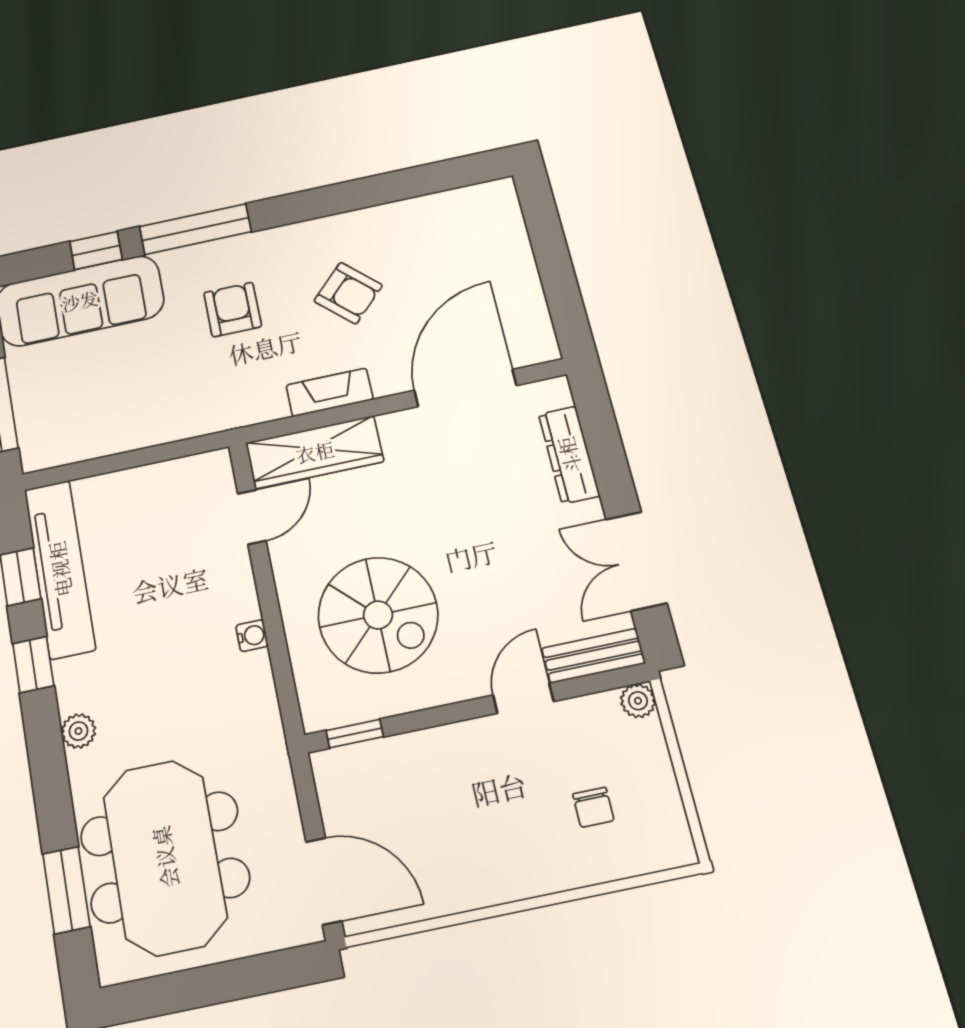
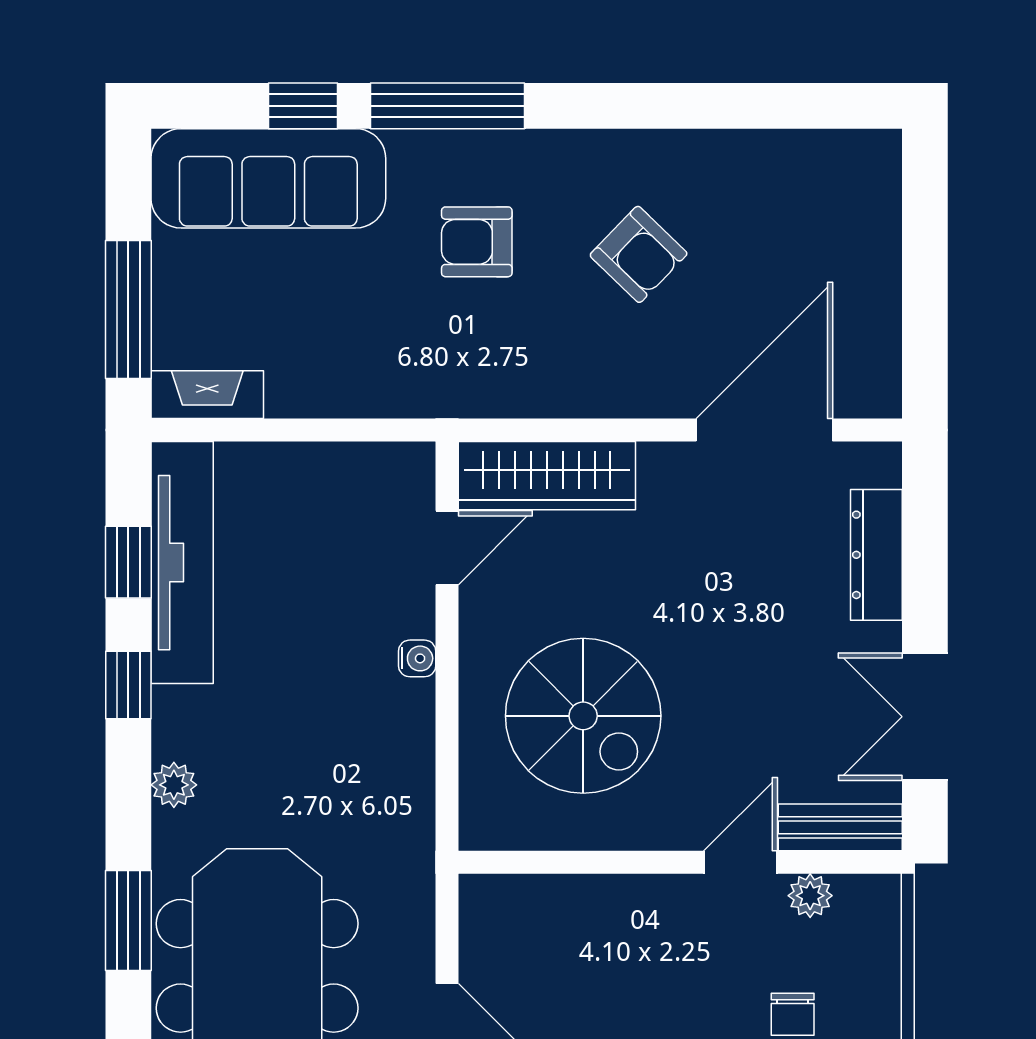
armchair: (233, 310) -> (477, 242), turned -90
fireplace: (330, 392) -> (207, 395), moved
water cooler: (252, 636) -> (417, 658), moved
plant: (638, 701) -> (810, 896), moved
window: (355, 734) -> (522, 862), removed
window: (66, 890) -> (128, 921), moved

